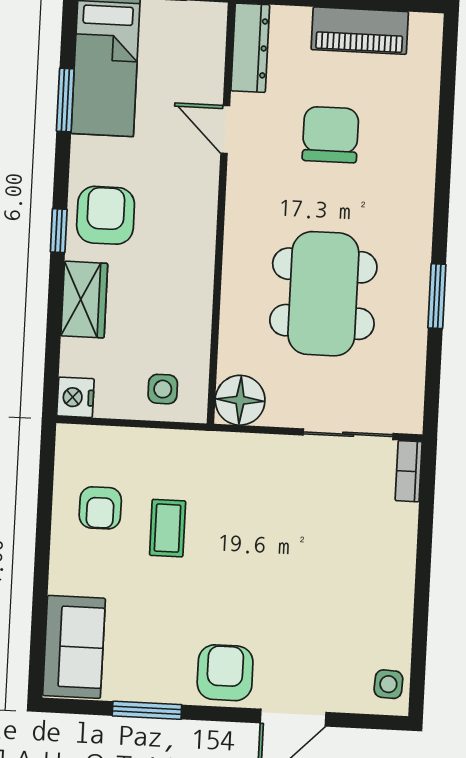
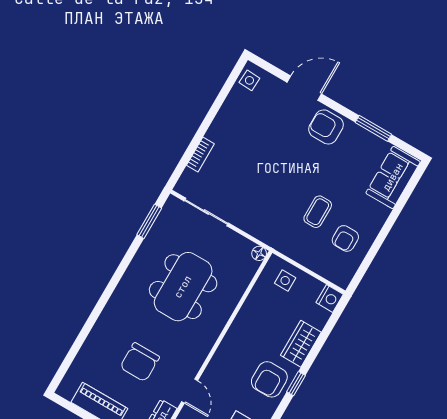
window: (437, 296) -> (149, 221), moved
floor lamp: (240, 400) -> (259, 253), width x0.53, depth x0.53
bookcase: (409, 471) -> (200, 154), moved
armchair: (100, 508) -> (345, 238), turned 180
armchair: (225, 673) -> (326, 127), turned 90

